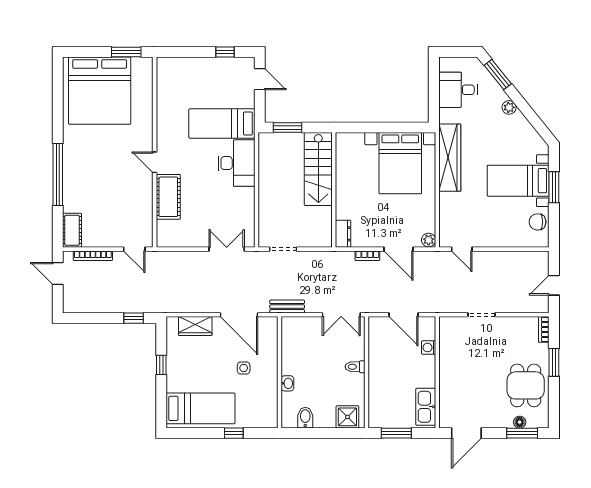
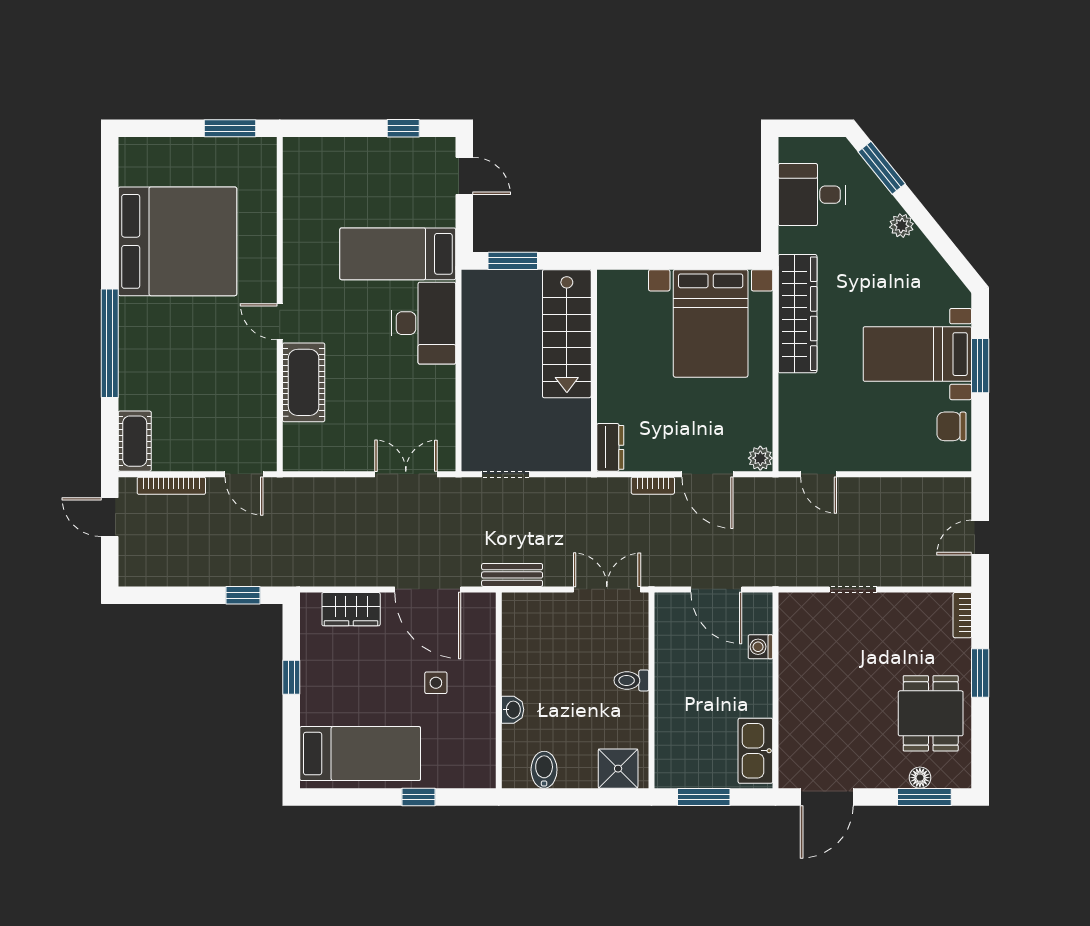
bed: (100, 91) -> (177, 241), moved, turned -90
double door: (341, 315) -> (607, 589), swing flipped

